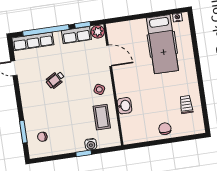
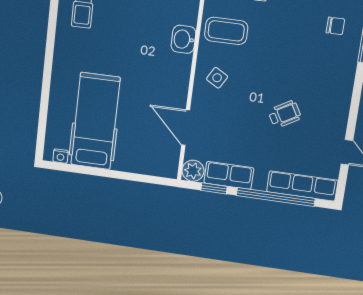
coffee table: (102, 117) -> (226, 31), turned 90

